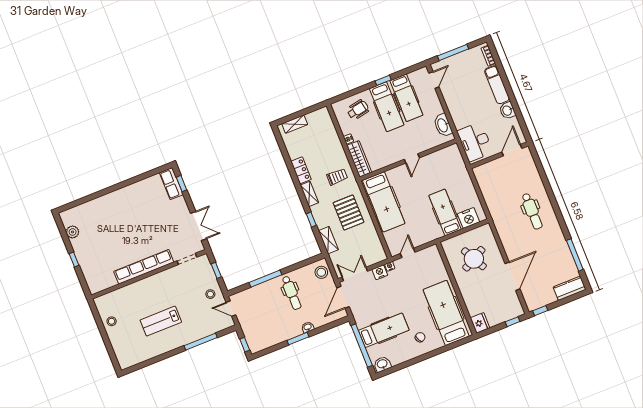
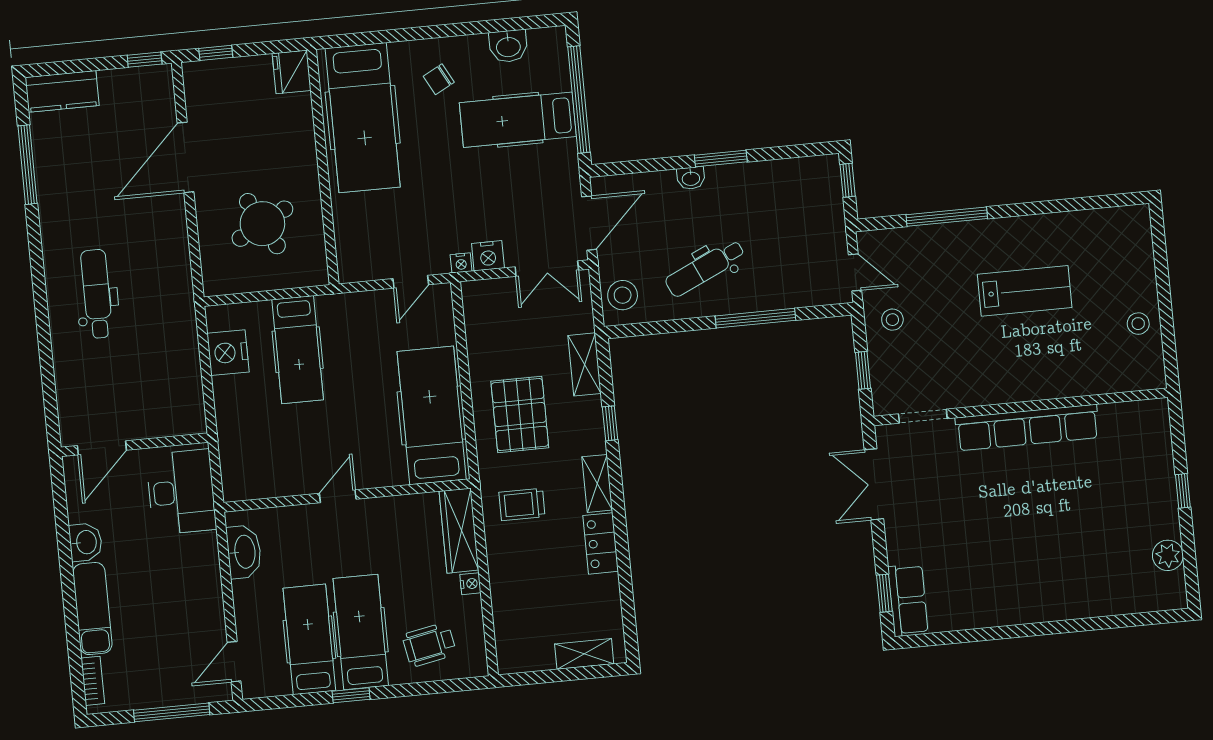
nightstand: (469, 218) -> (228, 353), moved, turned -90
dental chair: (291, 293) -> (705, 268), turned -115
washbasin: (382, 364) -> (508, 46), moved

